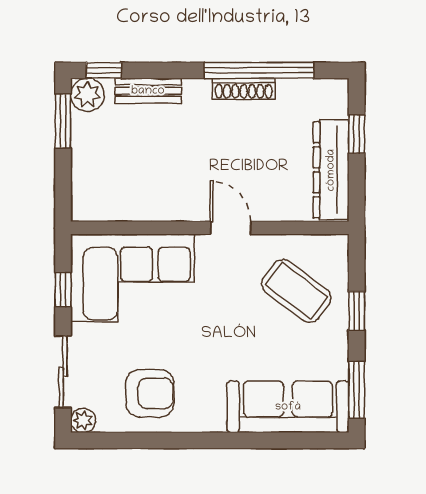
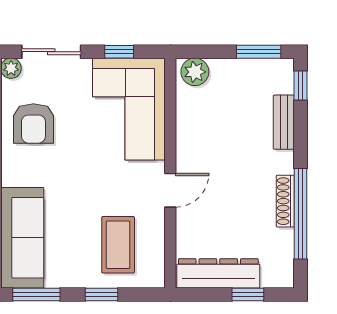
plant: (87, 95) -> (195, 72), moved
coffee table: (296, 291) -> (118, 245), turned -37

